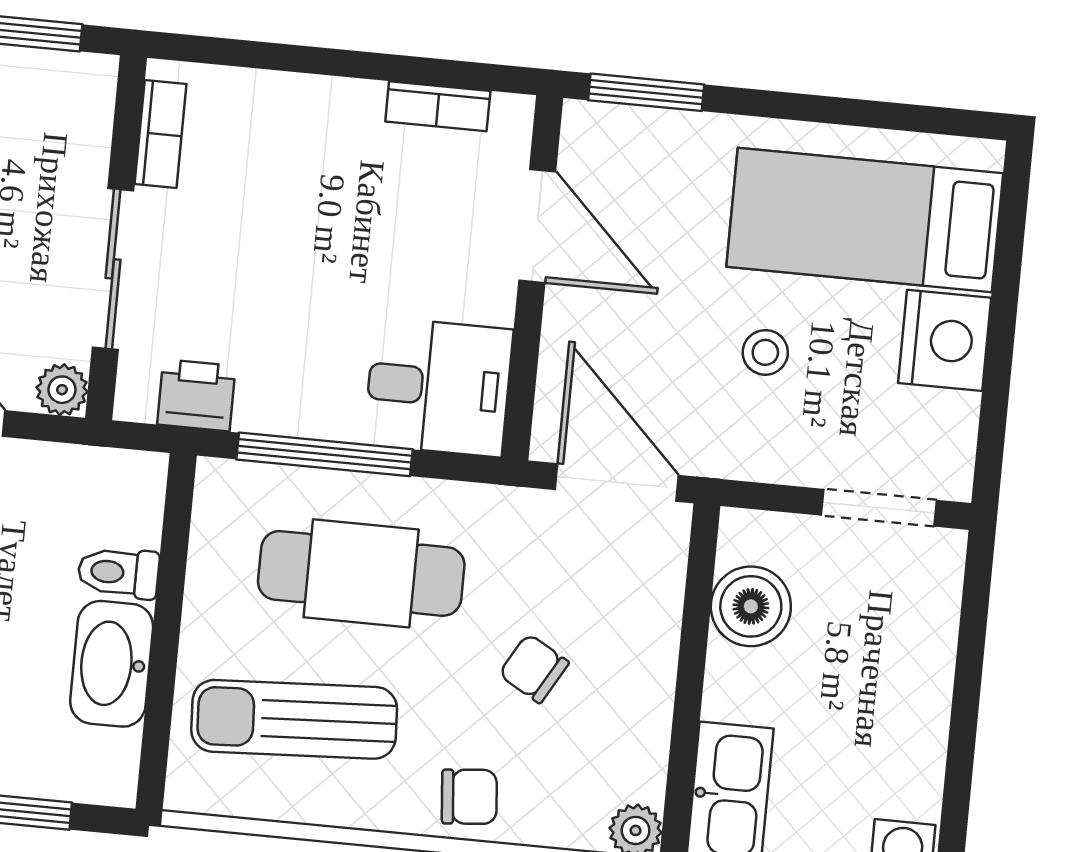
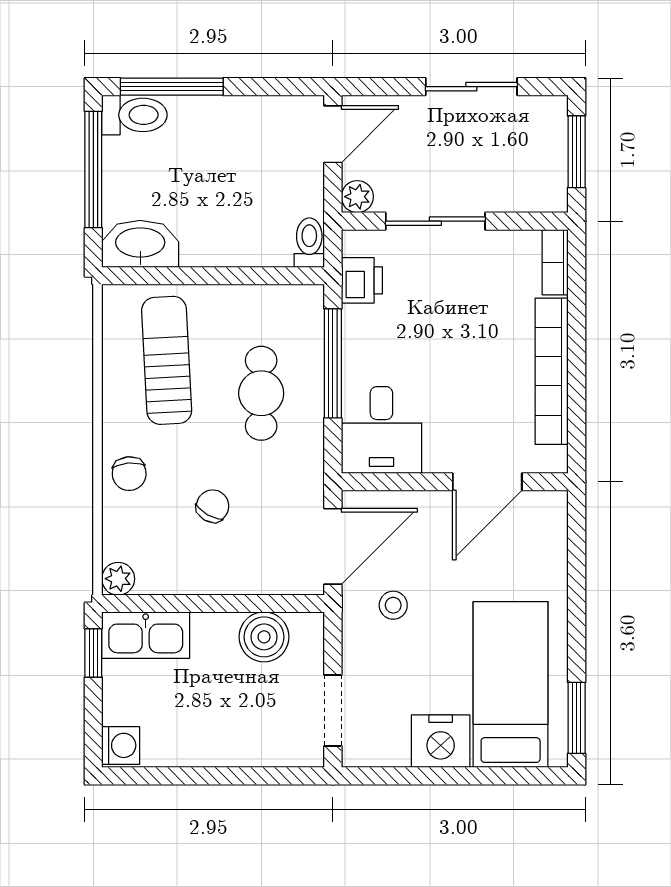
window: (646, 92) -> (577, 718), moved
bookcase: (438, 106) -> (552, 371), width x2.31, depth x1.31
bookcase: (161, 134) -> (555, 262), moved, turned 90
stool: (765, 352) -> (393, 605), moved
toilet: (118, 573) -> (309, 243), moved
cafe table: (361, 573) -> (261, 393), width x0.73, depth x0.74
washbasin: (112, 664) -> (140, 244), moved

